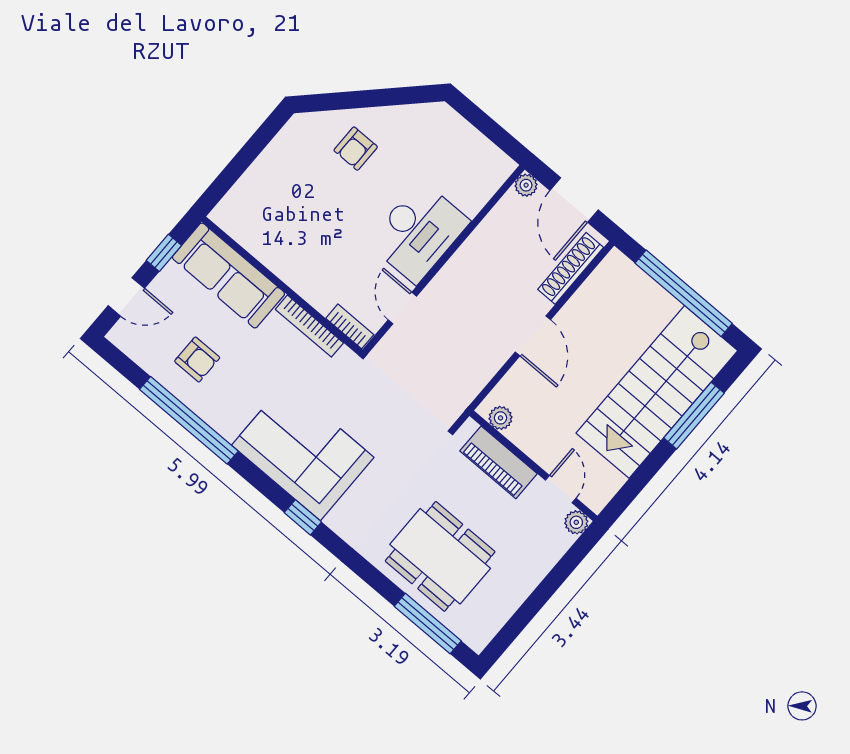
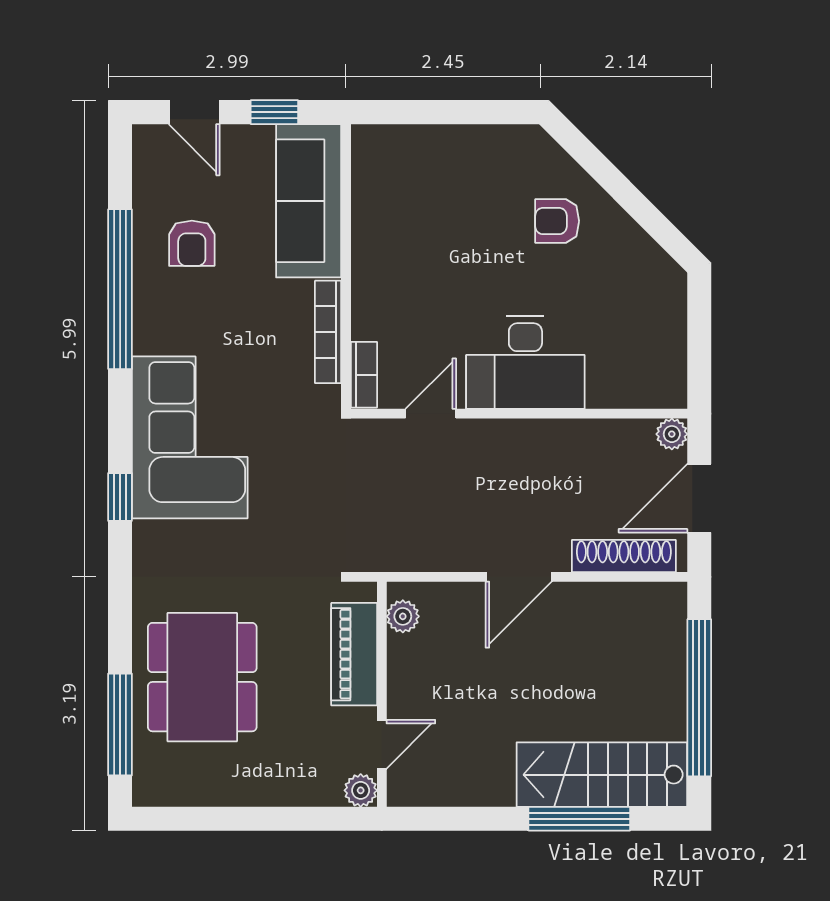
stairs: (657, 392) -> (602, 775), width x0.73, depth x0.66

